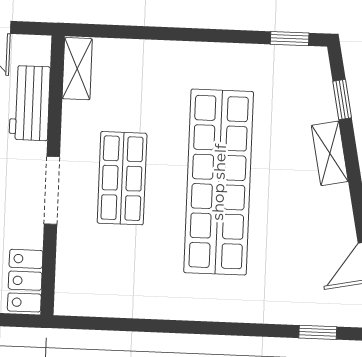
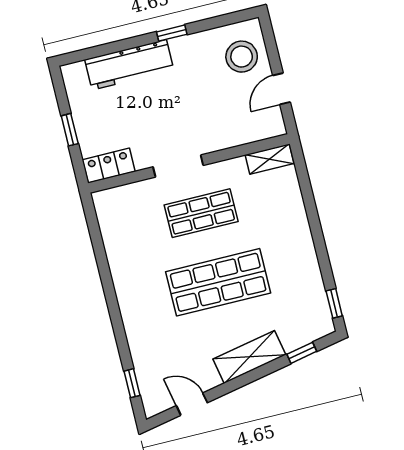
workbench: (30, 103) -> (235, 132), removed
shelving: (330, 153) -> (249, 357), width x1.50, depth x1.33
shop shelf: (219, 182) -> (218, 282), width x0.71

